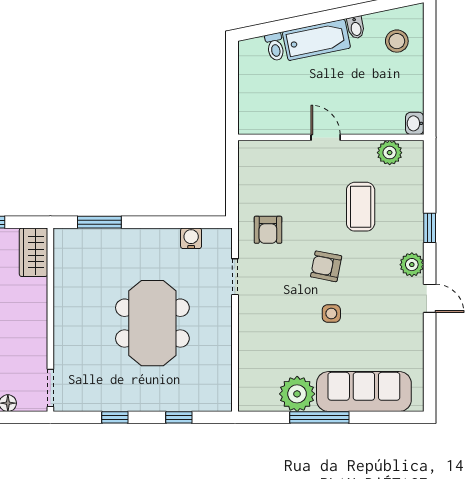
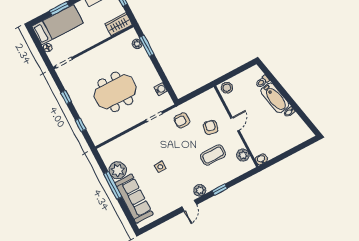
stool: (397, 41) -> (227, 88), moved
plant: (87, 238) -> (137, 44), added
armchair: (326, 266) -> (211, 127), moved

